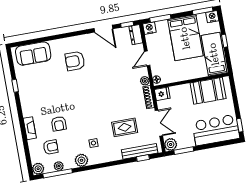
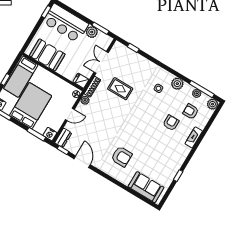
rug: (125, 127) -> (120, 89), moved
plant: (171, 144) -> (92, 32), moved
bench: (140, 151) -> (131, 55), removed

